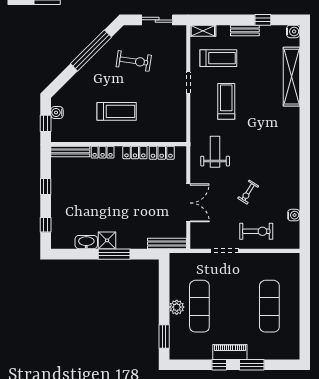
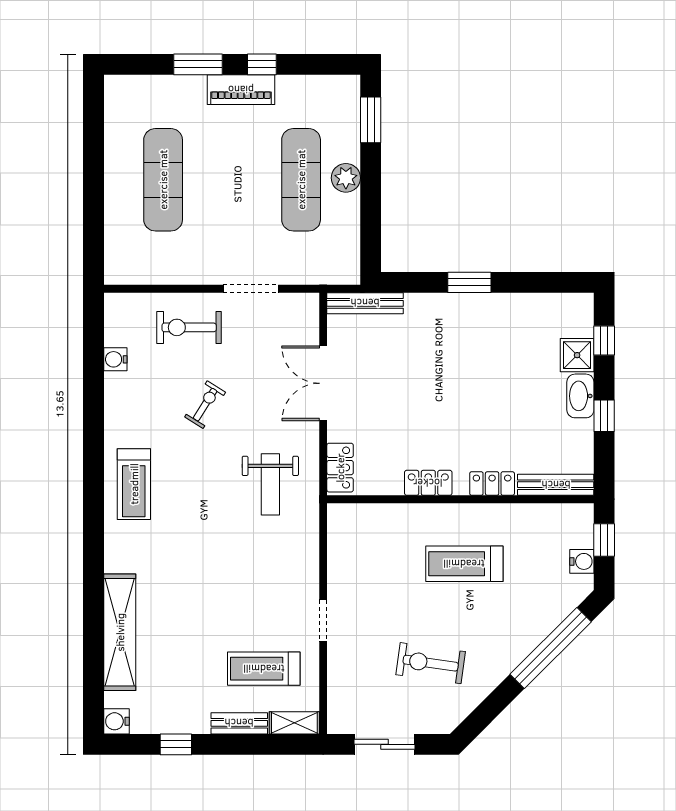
bench: (245, 30) -> (239, 723), moved
window: (91, 50) -> (551, 648), moved
treadmill: (226, 101) -> (134, 484), moved
locker: (162, 153) -> (340, 468), moved, turned 90
shower: (107, 240) -> (577, 355), moved
washbasin: (86, 242) -> (580, 396), moved, turned 90
window: (114, 254) -> (469, 282), width x0.69

